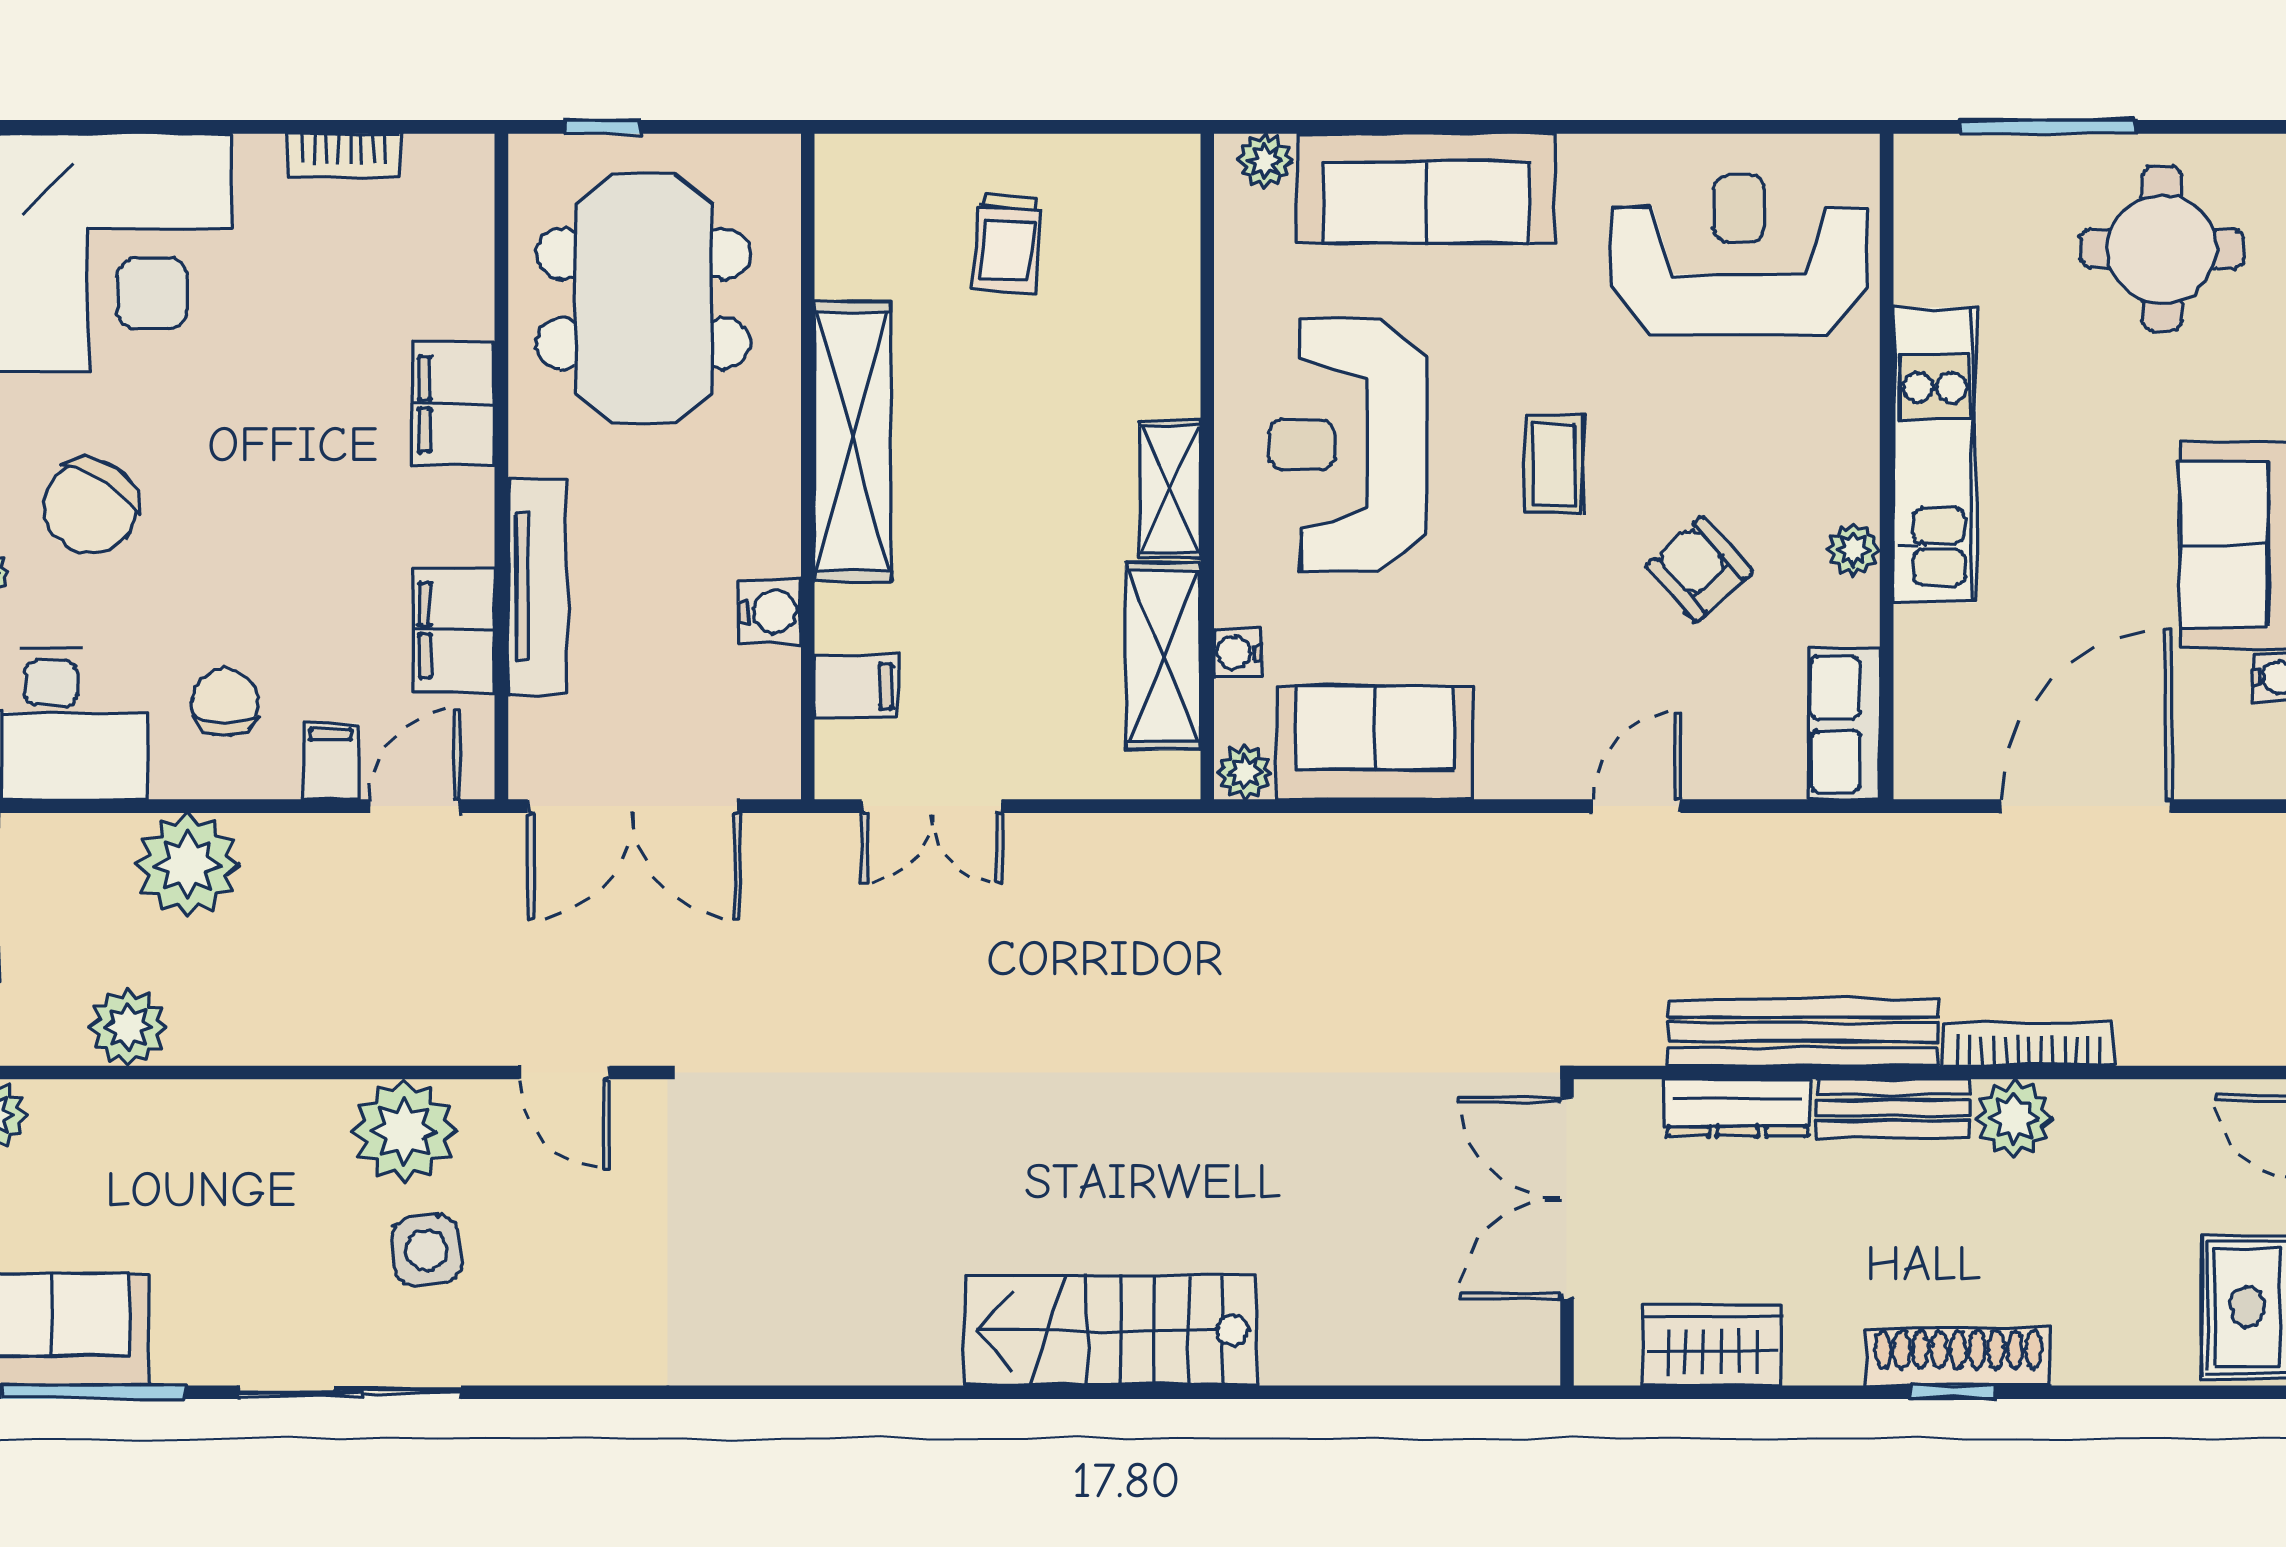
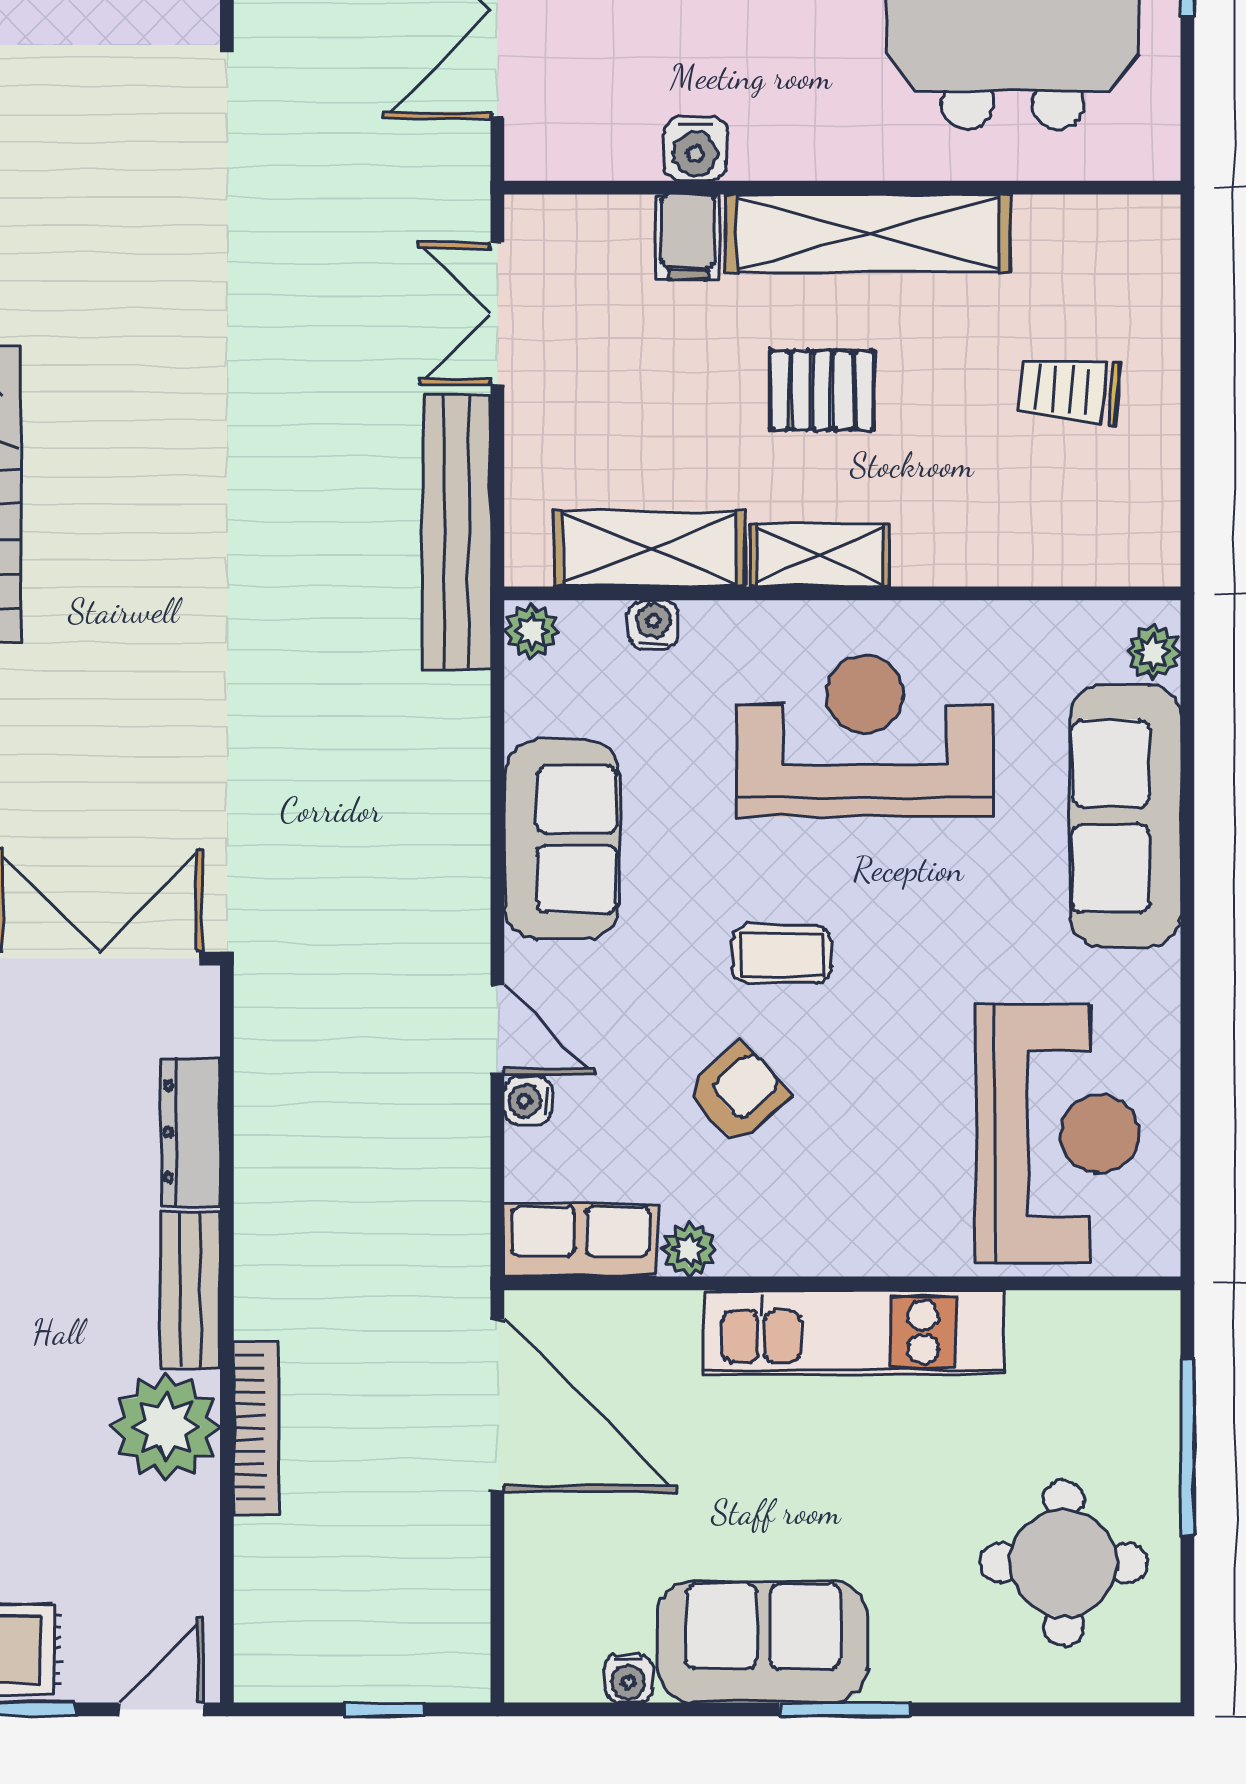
coffee table: (1554, 464) -> (782, 954), moved
pallet: (1007, 486) -> (822, 390), added
plant: (1853, 550) -> (689, 1249), moved
filing cabinet: (856, 686) -> (688, 237), moved
sofa: (1375, 743) -> (562, 839), moved
water cooler: (1707, 776) -> (528, 1101), added
door: (2086, 806) -> (497, 1406), moved
bench: (1803, 1032) -> (457, 532), moved
plant: (2014, 1118) -> (166, 1427), width x1.36, depth x1.36

